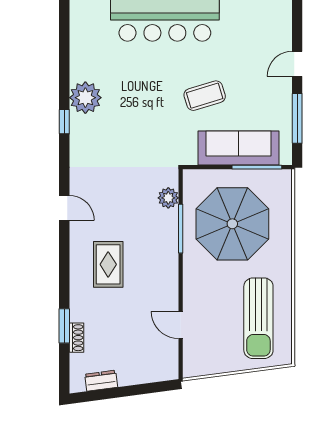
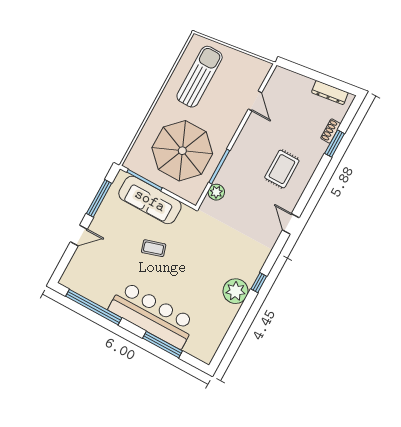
coffee table: (205, 96) -> (154, 248), width x0.73, depth x0.77
dresser: (101, 381) -> (330, 93), width x1.44

